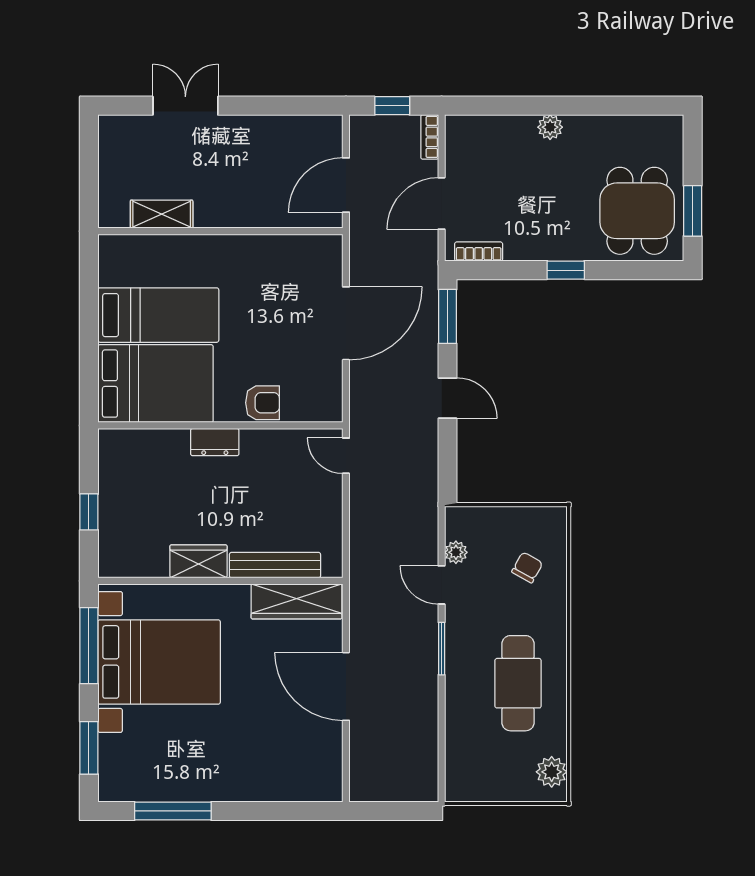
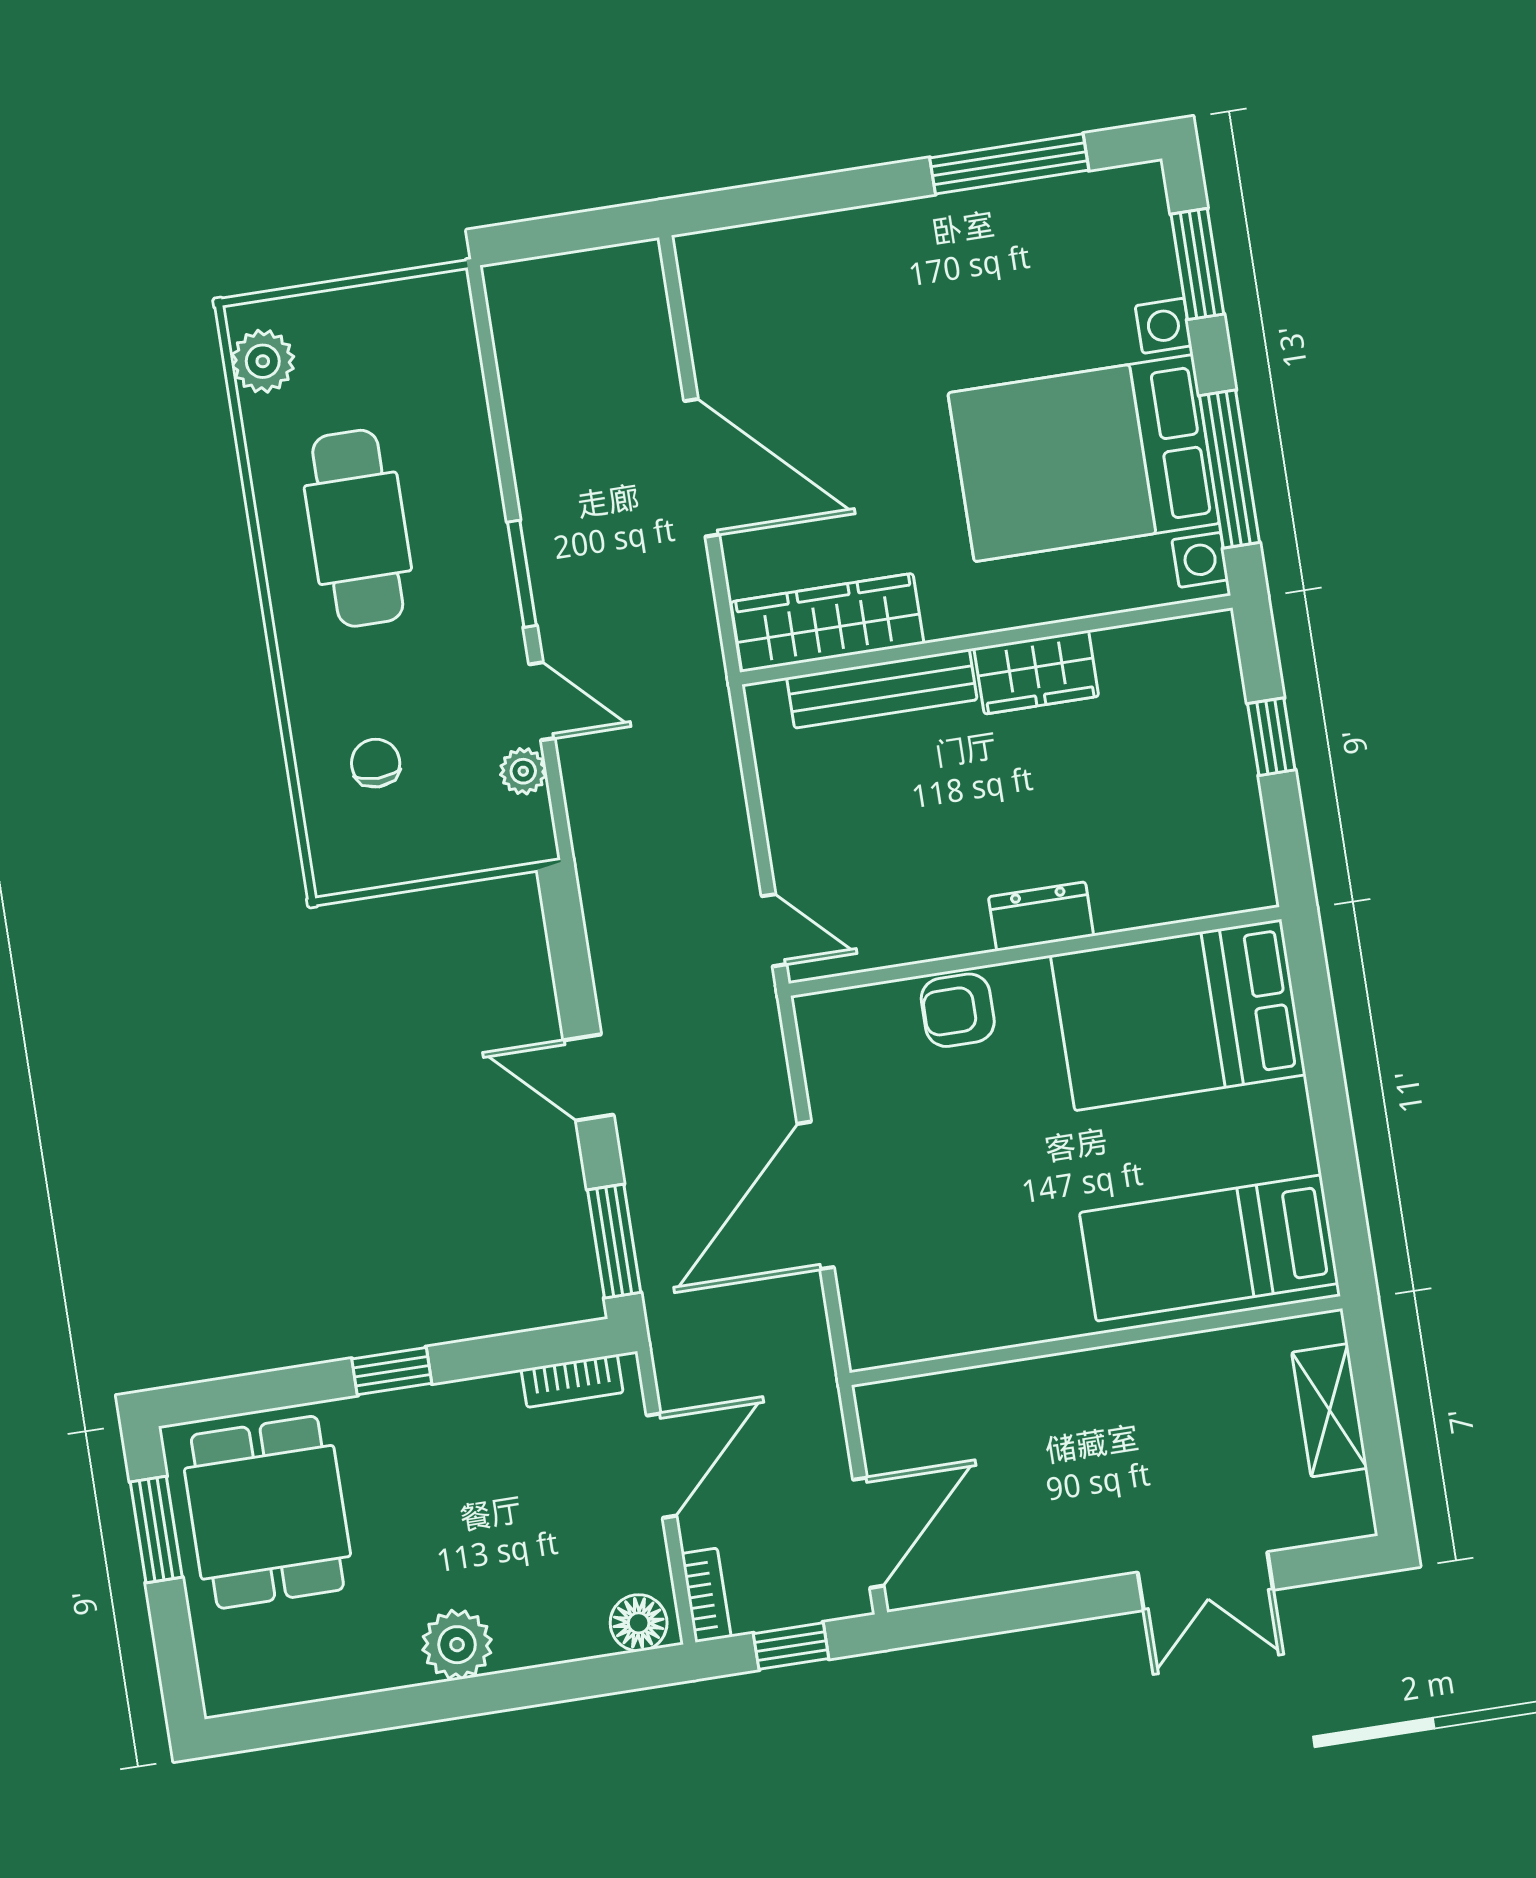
plant: (550, 127) -> (457, 1645), width x1.38, depth x1.38
floor lamp: (465, 129) -> (639, 1623), added
door: (346, 185) -> (868, 1533), moved
shelving: (162, 214) -> (1330, 1410), moved, turned 90
bed: (158, 315) -> (1209, 1248), moved
chair: (527, 567) -> (376, 763), turned 151

